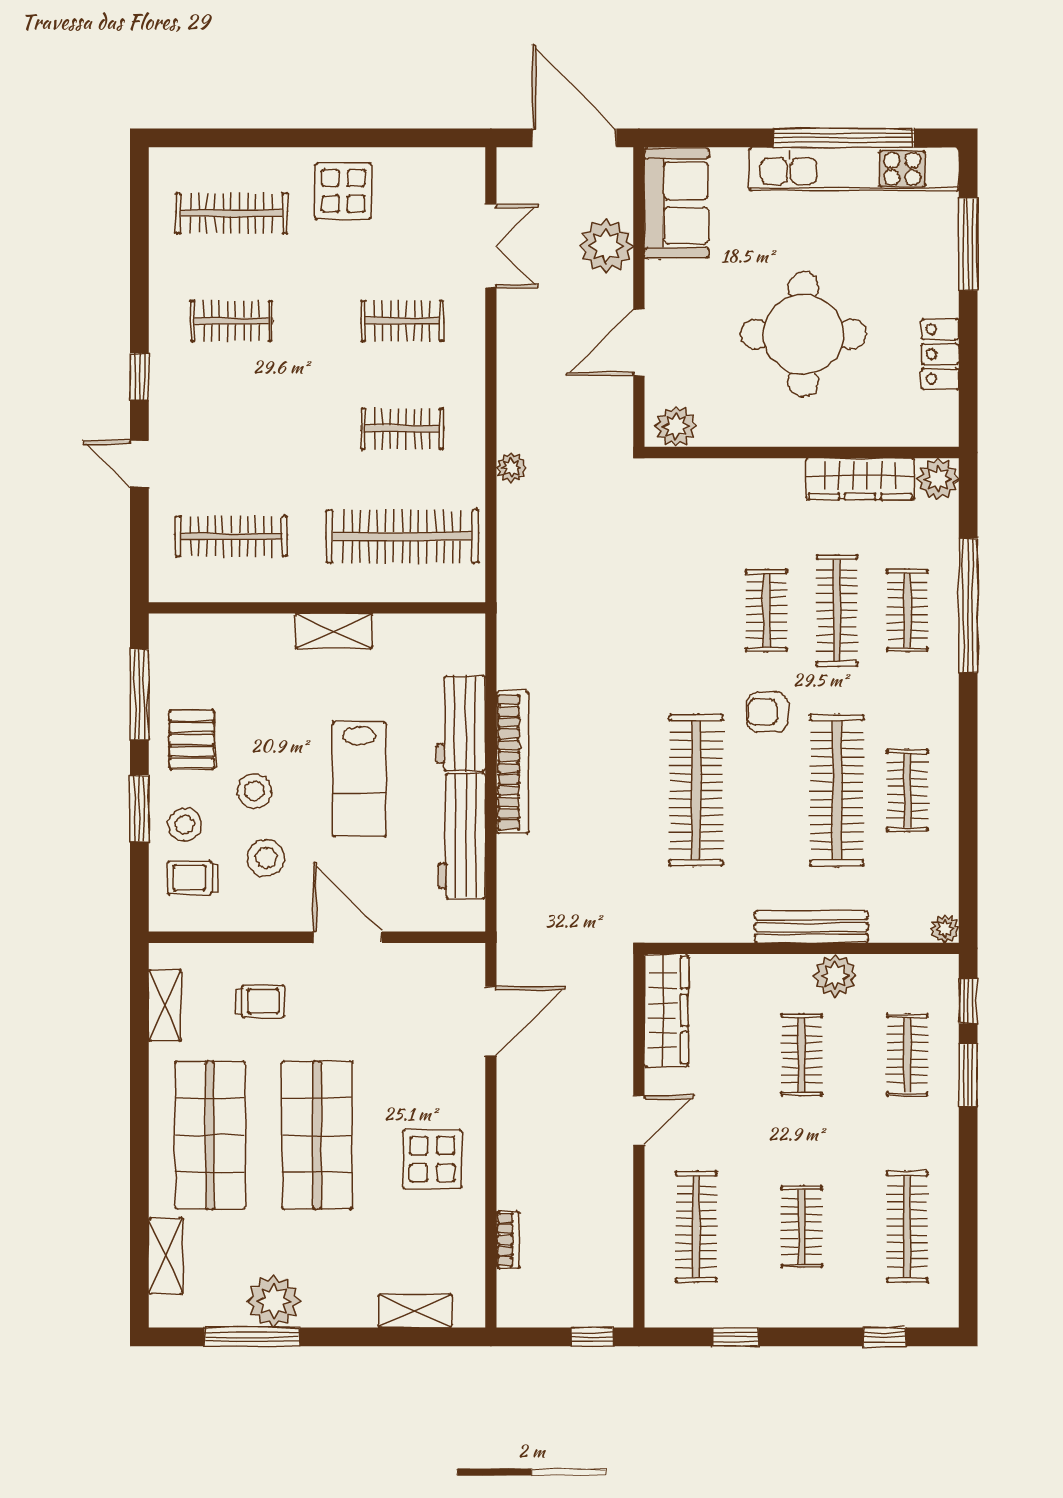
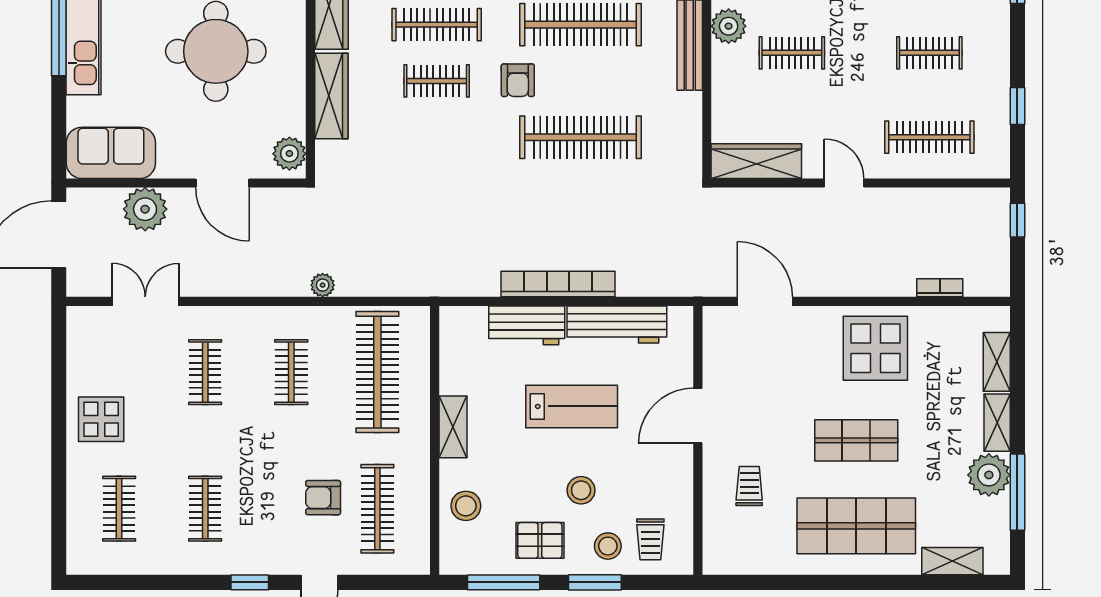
clothes rail: (231, 213) -> (119, 509), width x0.73
armchair: (245, 468) -> (323, 498), added
wardrobe: (748, 479) -> (331, 96), added
stool: (266, 858) -> (466, 506), moved
shelving: (165, 1005) -> (997, 423), moved, turned 90
shop shelf: (317, 1135) -> (856, 440), width x0.70, depth x0.74
display table: (432, 1159) -> (875, 348), width x1.36, depth x1.36

